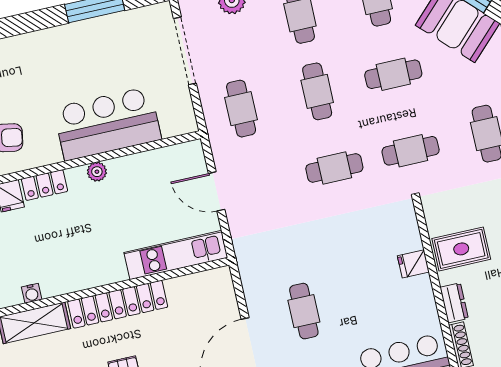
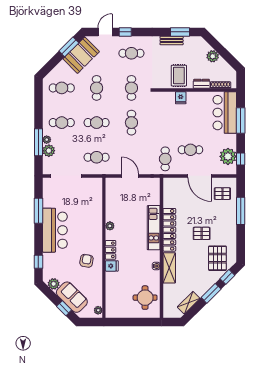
bar counter: (107, 124) -> (55, 230), moved, turned 180
door: (217, 191) -> (130, 176), swing flipped
kitchen unit: (176, 255) -> (154, 228), moved
cafe table: (271, 260) -> (165, 159), added

